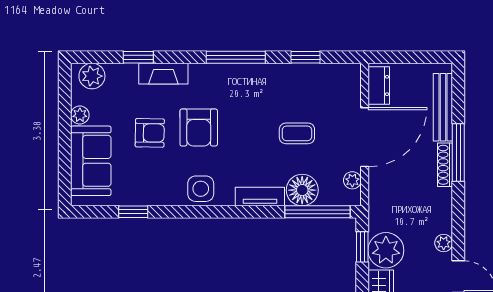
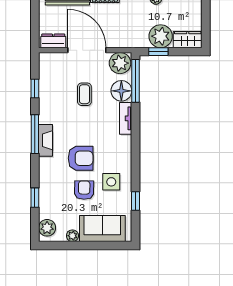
fireplace: (163, 74) -> (45, 140), moved
plant: (352, 180) -> (120, 63), width x1.88, depth x1.88
side table: (201, 189) -> (111, 182), moved

